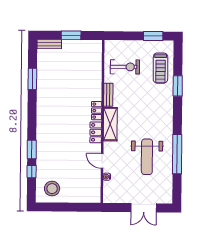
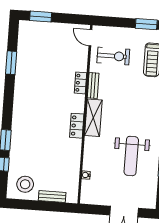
window: (71, 35) -> (41, 17), moved
bench: (49, 44) -> (52, 196), moved
locker: (97, 111) -> (81, 83), moved
door: (102, 161) -> (90, 38), moved

